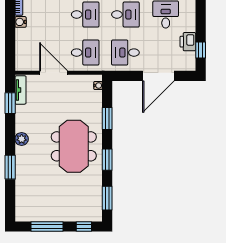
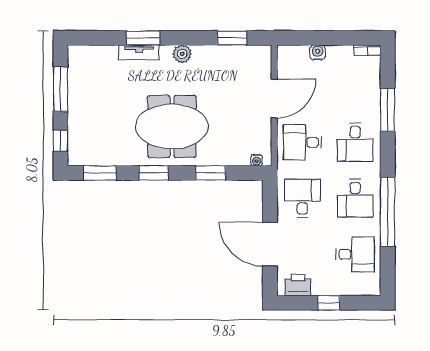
water cooler: (21, 22) -> (318, 52), moved
printer: (188, 42) -> (298, 285), moved
window: (201, 50) -> (329, 303), moved
desk: (85, 53) -> (302, 142), turned 90
tv unit: (20, 90) -> (139, 52), moved

